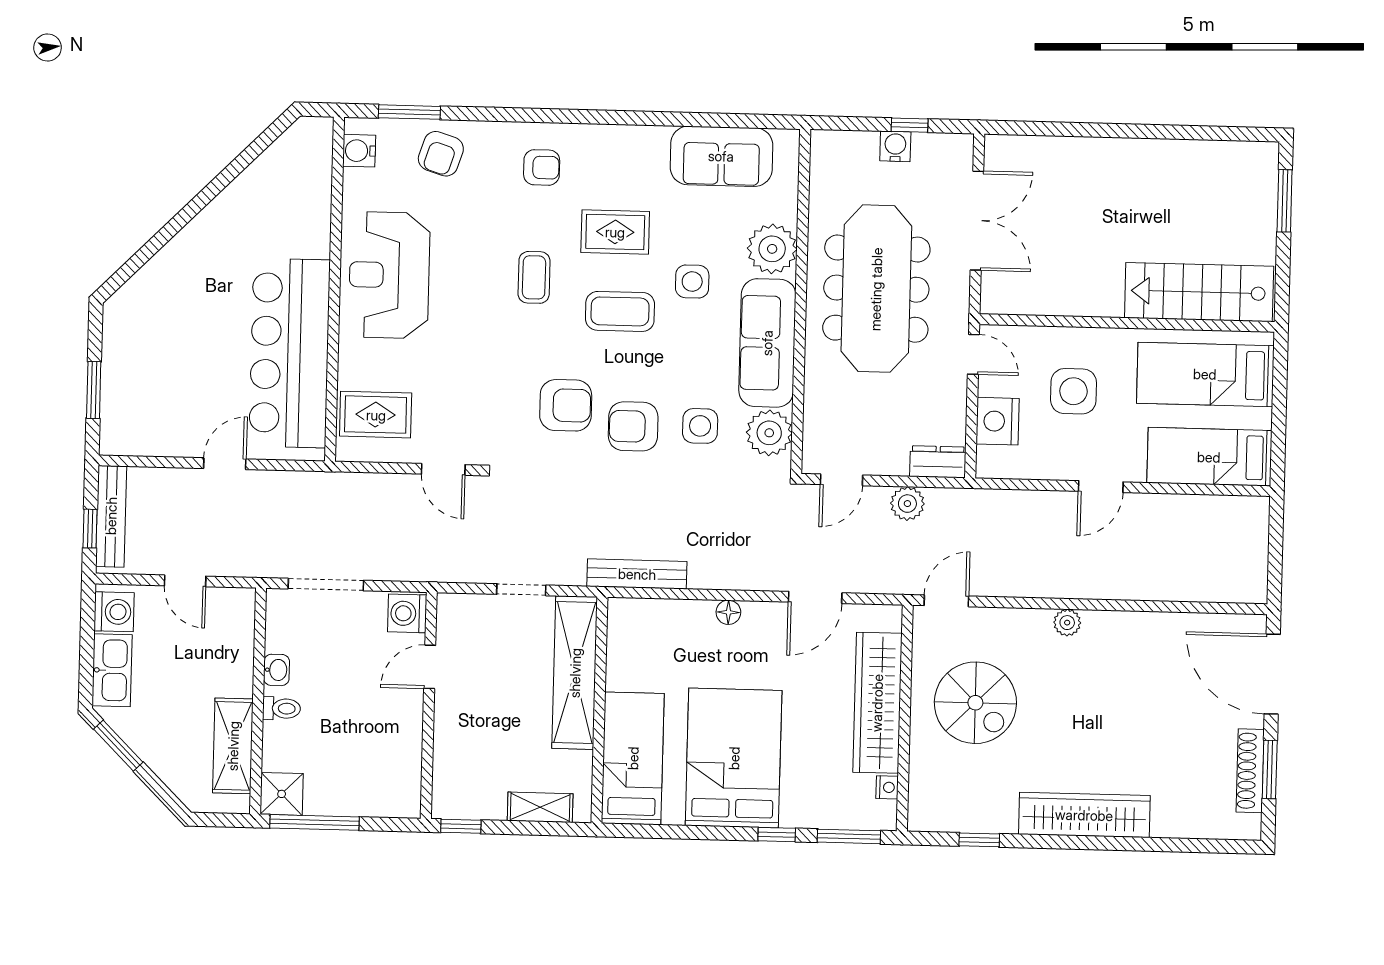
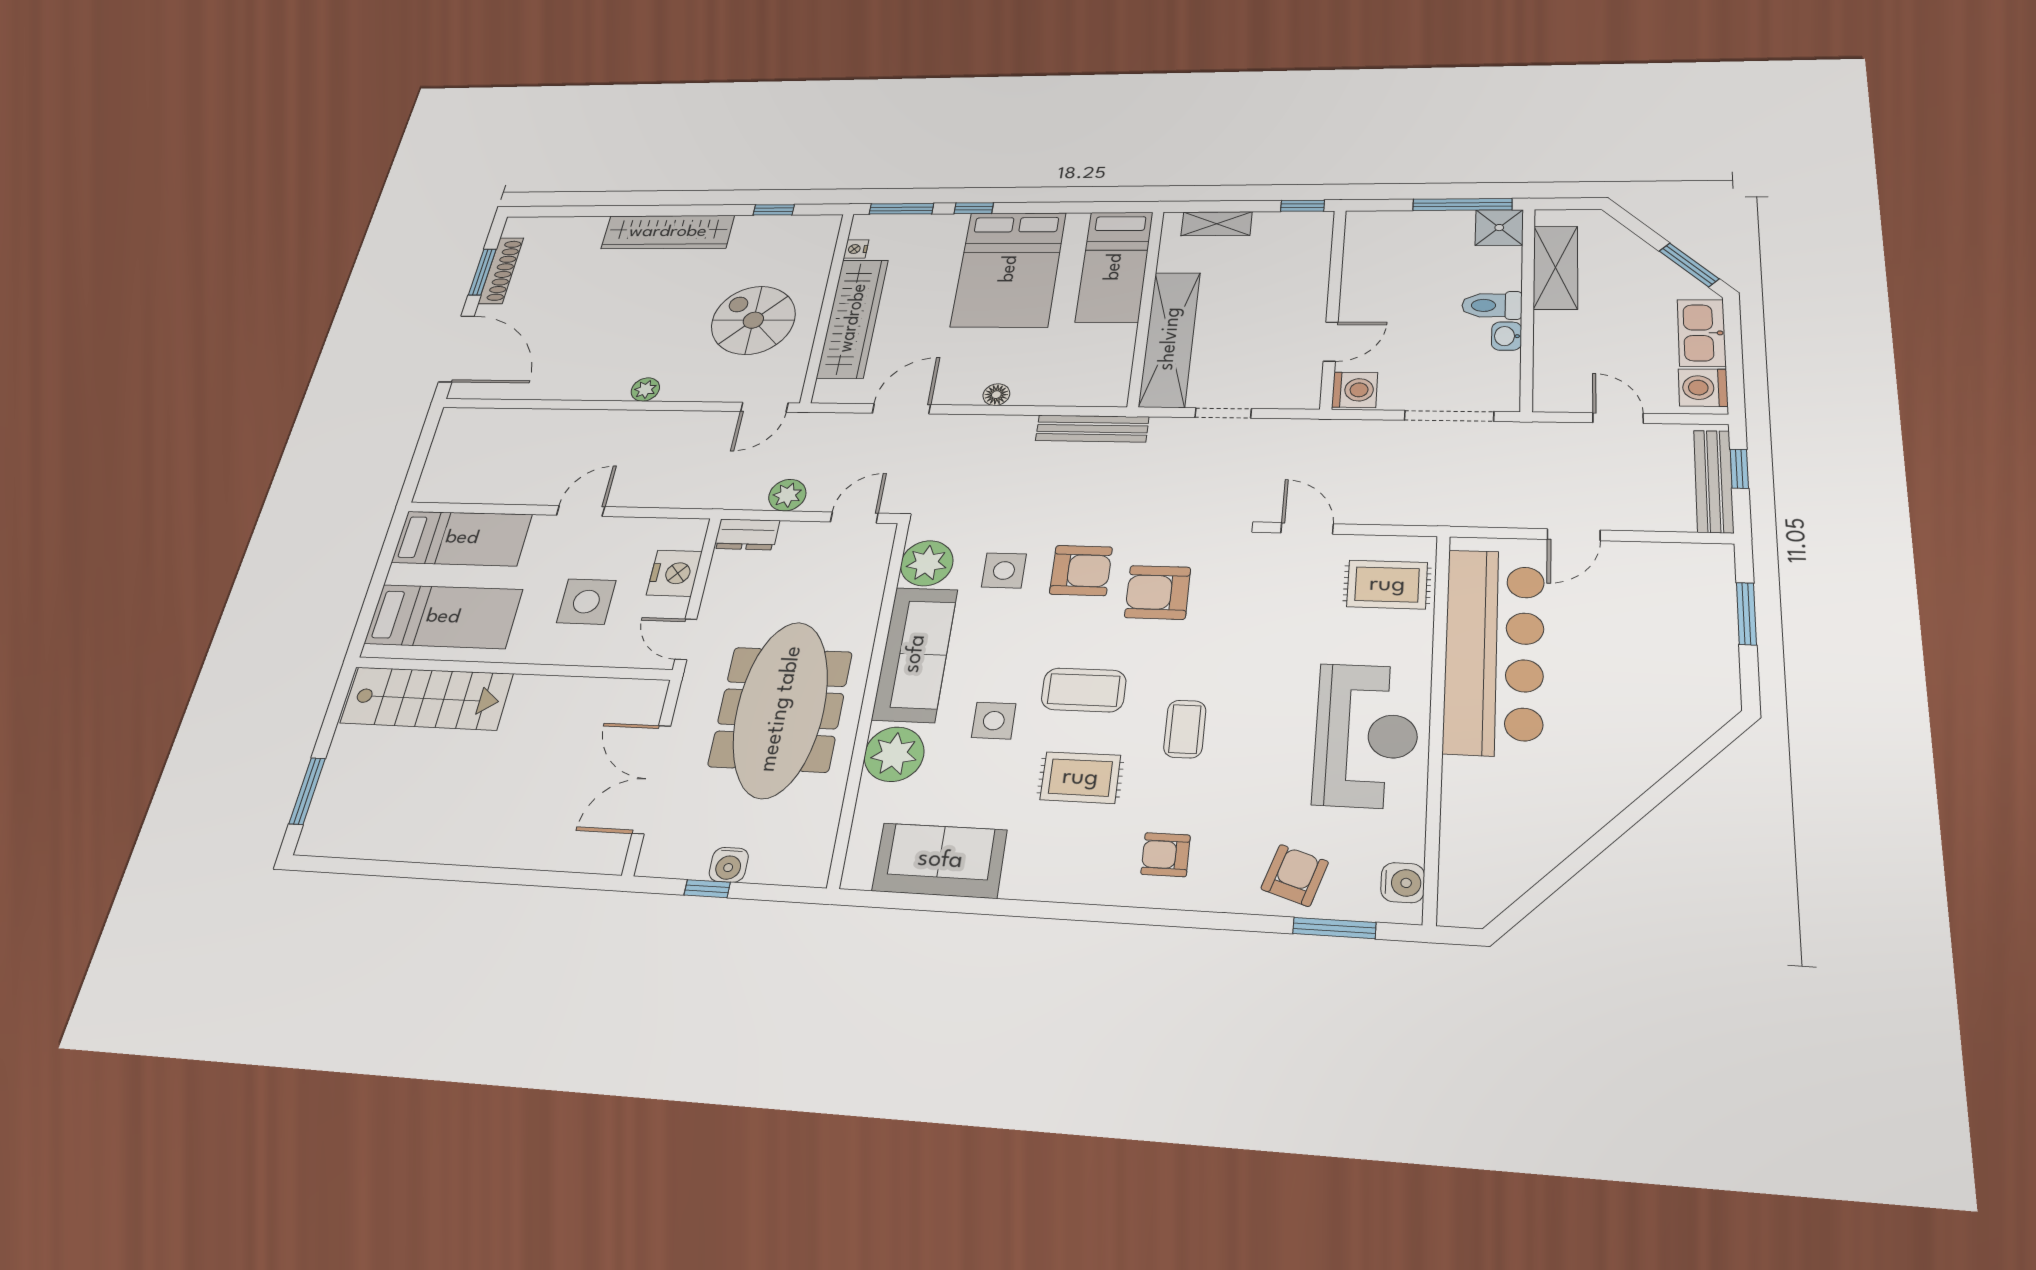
toilet: (281, 708) -> (1492, 305), width x1.37, depth x1.39

